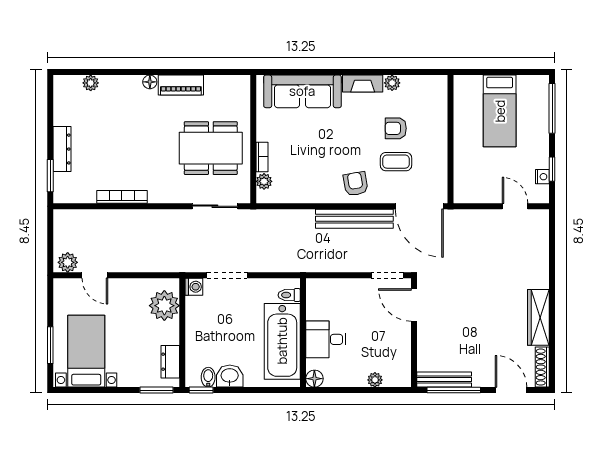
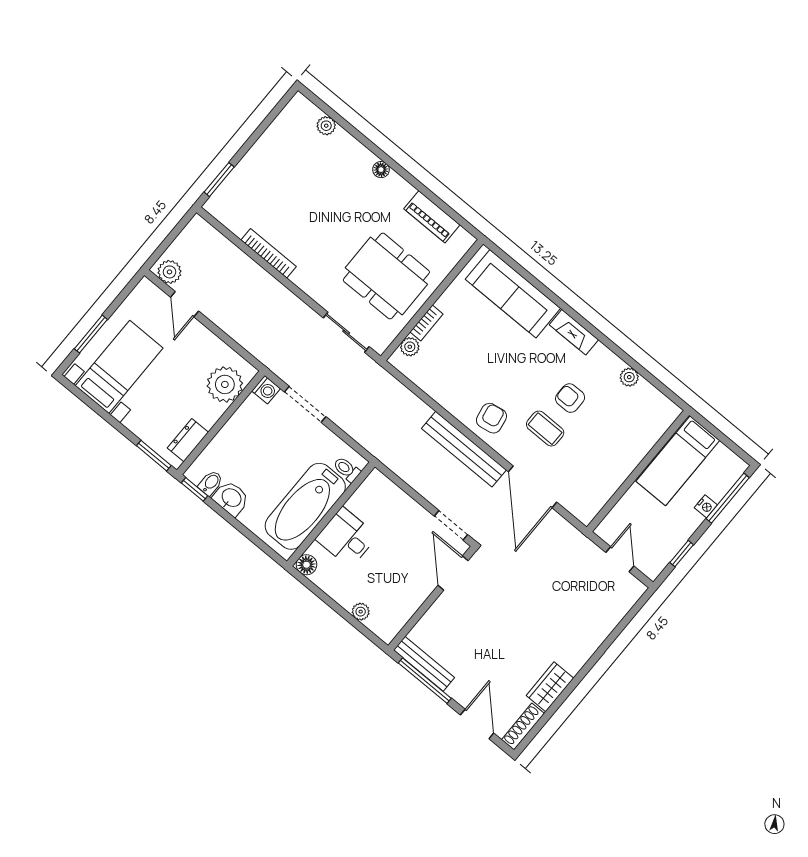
plant: (392, 83) -> (629, 377), moved
piano: (181, 85) -> (432, 217), moved
wall: (451, 139) -> (638, 471), moved
dresser: (62, 149) -> (250, 164), removed
nightstand: (542, 177) -> (706, 506), moved
wardrobe: (538, 317) -> (550, 687), width x0.67

